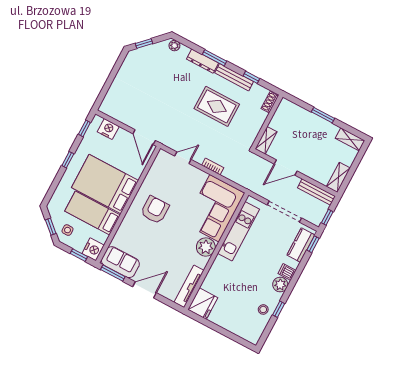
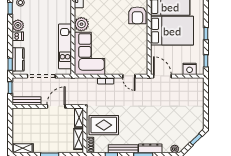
rug: (217, 106) -> (104, 125), moved
door: (183, 158) -> (129, 76), hinge flipped
shelving: (338, 177) -> (79, 139), moved
armchair: (155, 210) -> (137, 15), moved

